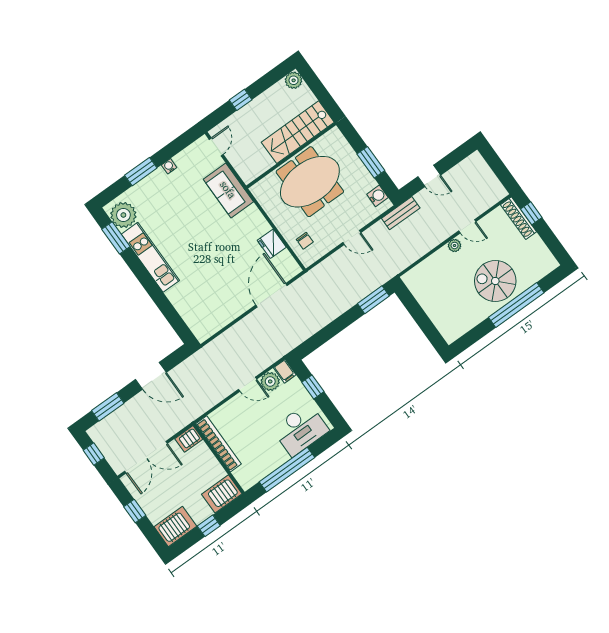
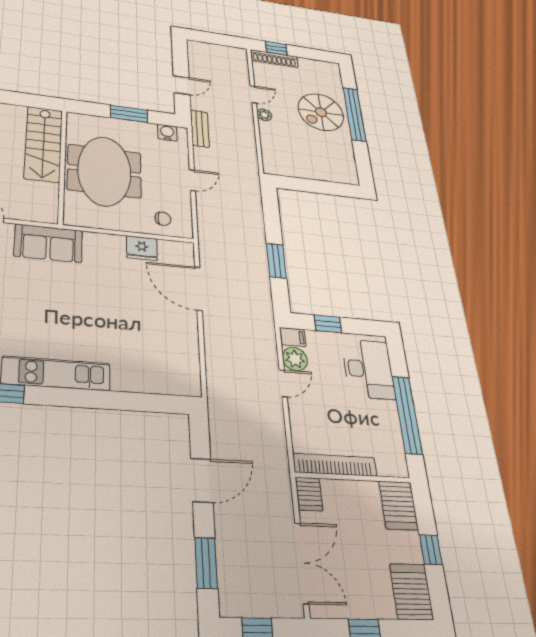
window: (373, 300) -> (276, 261), moved

